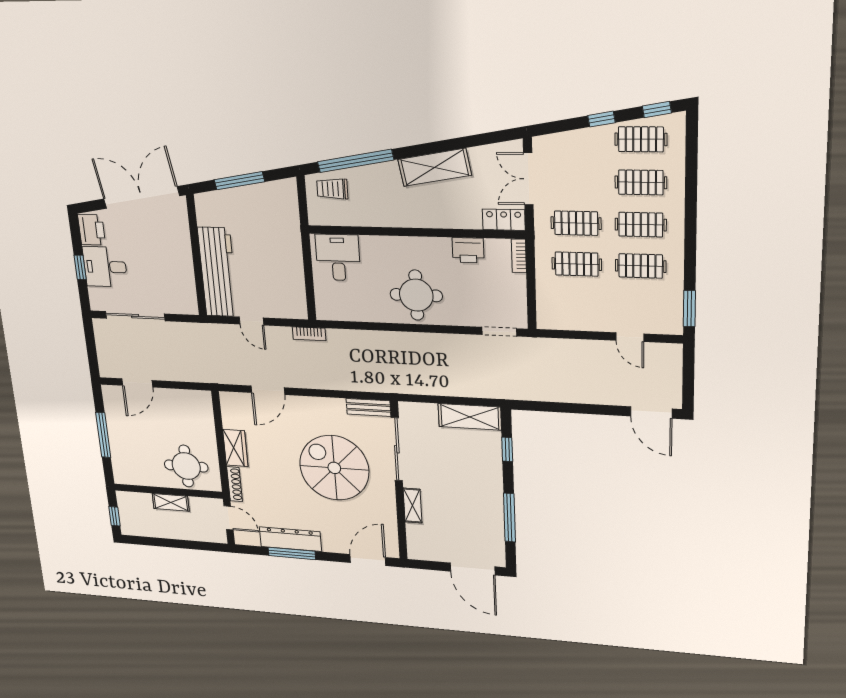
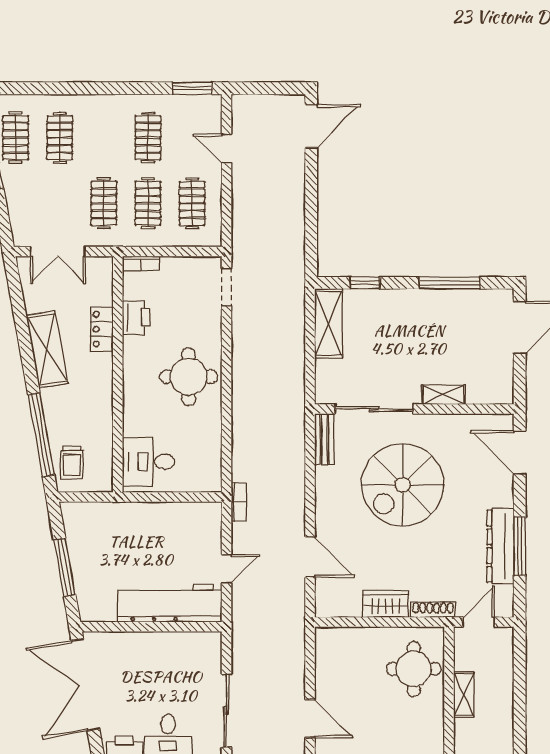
locker: (504, 220) -> (102, 329), moved
clothes rail: (641, 225) -> (192, 203), moved
door: (630, 337) -> (227, 149), swing flipped

